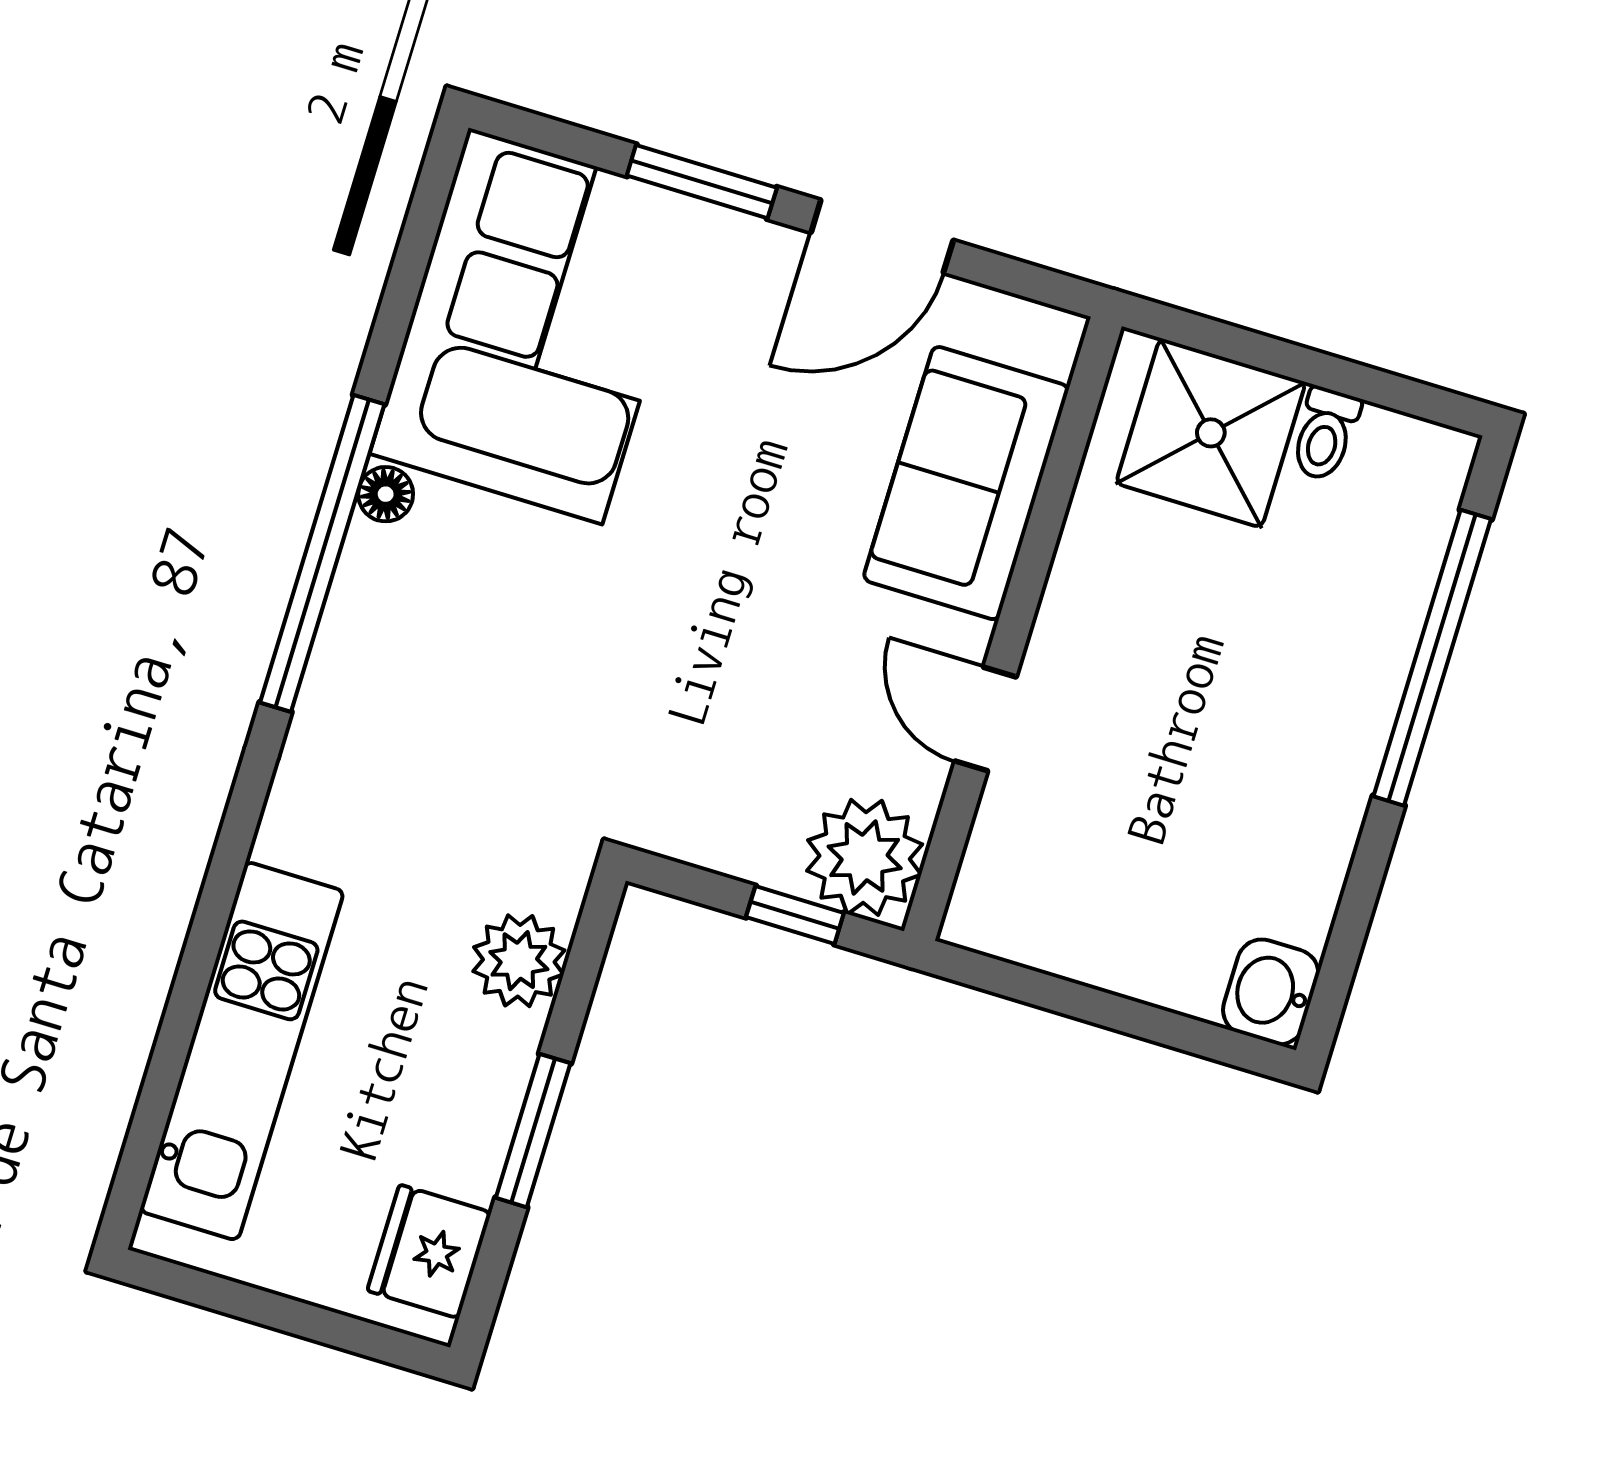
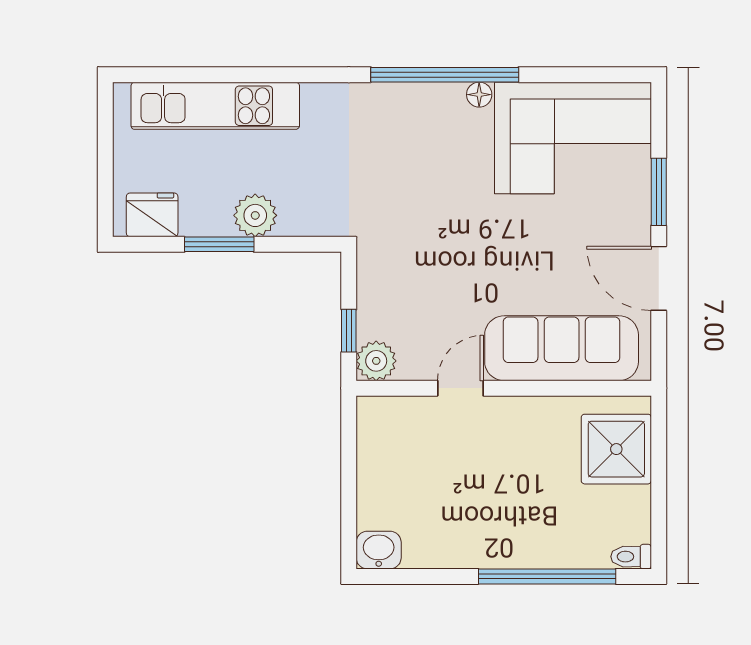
toilet: (1325, 434) -> (631, 557), moved
sofa: (966, 483) -> (562, 348), width x1.36
plant: (865, 857) -> (376, 361), width x0.73, depth x0.73
plant: (519, 961) -> (255, 215), moved

